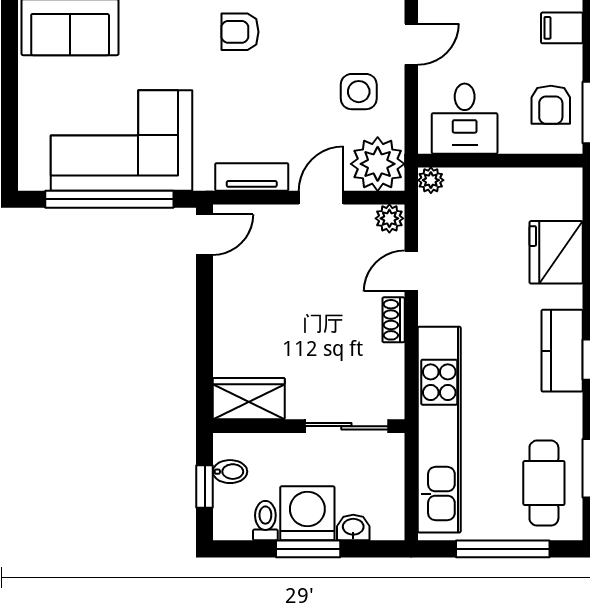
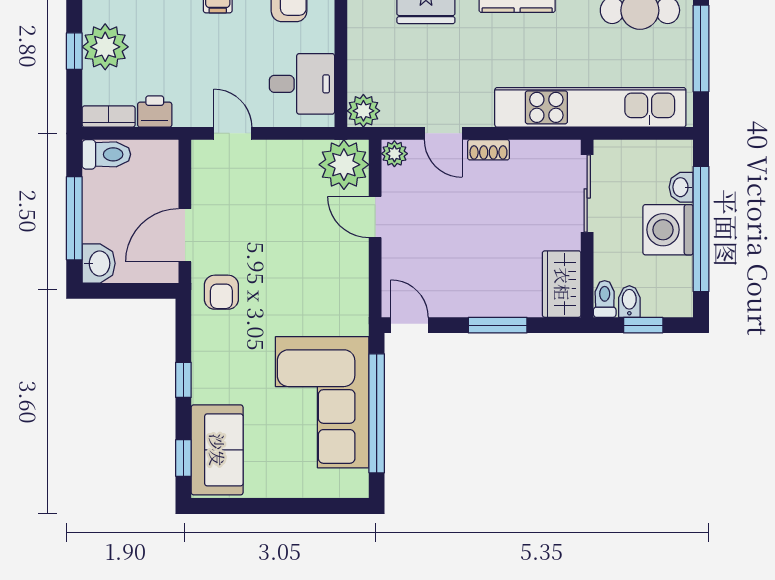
side table: (359, 92) -> (277, 182), removed
tv unit: (252, 177) -> (356, 281), removed
plant: (431, 180) -> (363, 111), width x1.38, depth x1.38
window: (205, 330) -> (498, 325), added
toilet: (265, 521) -> (605, 299), moved, turned 90
window: (308, 549) -> (701, 229), width x2.11

